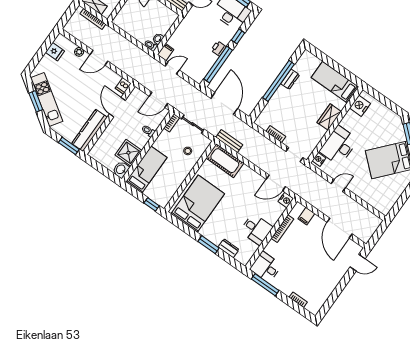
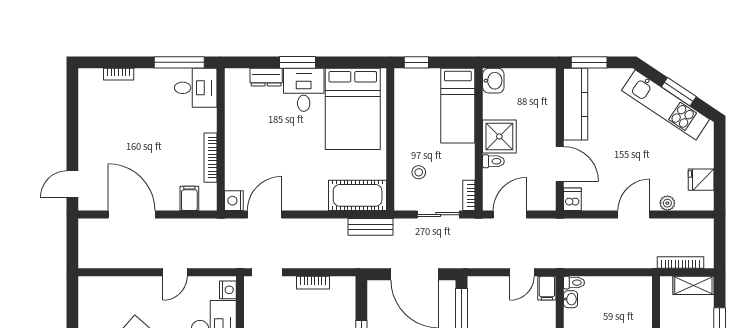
shower: (128, 153) -> (499, 136), moved
desk: (256, 229) -> (304, 90), moved, turned 90

